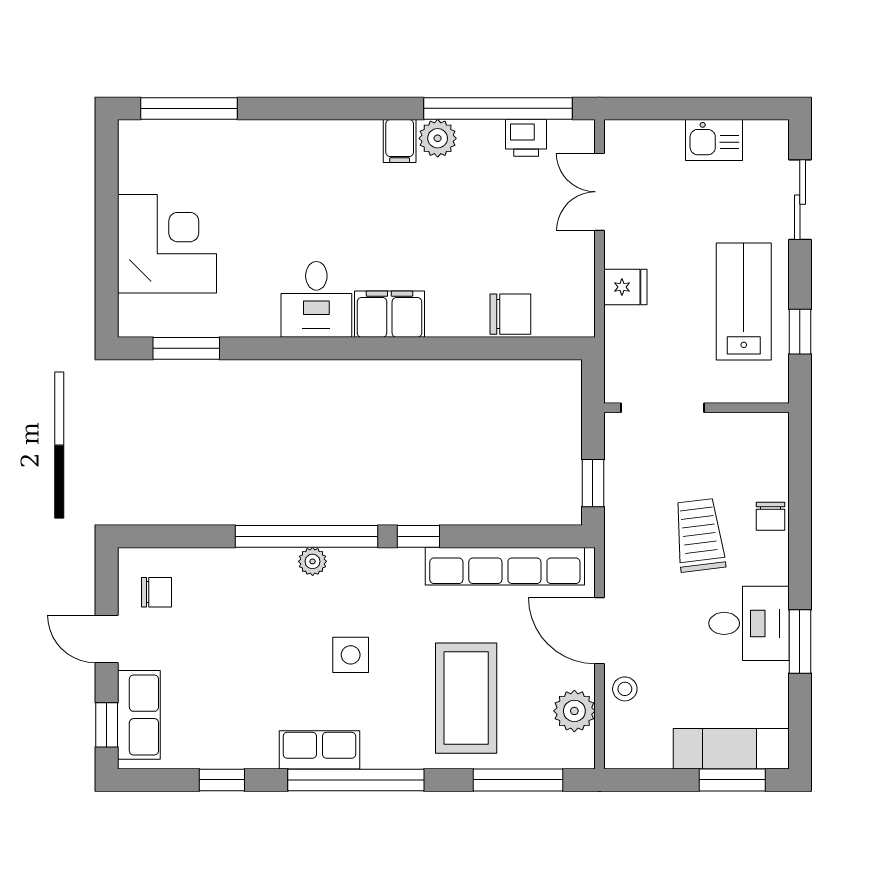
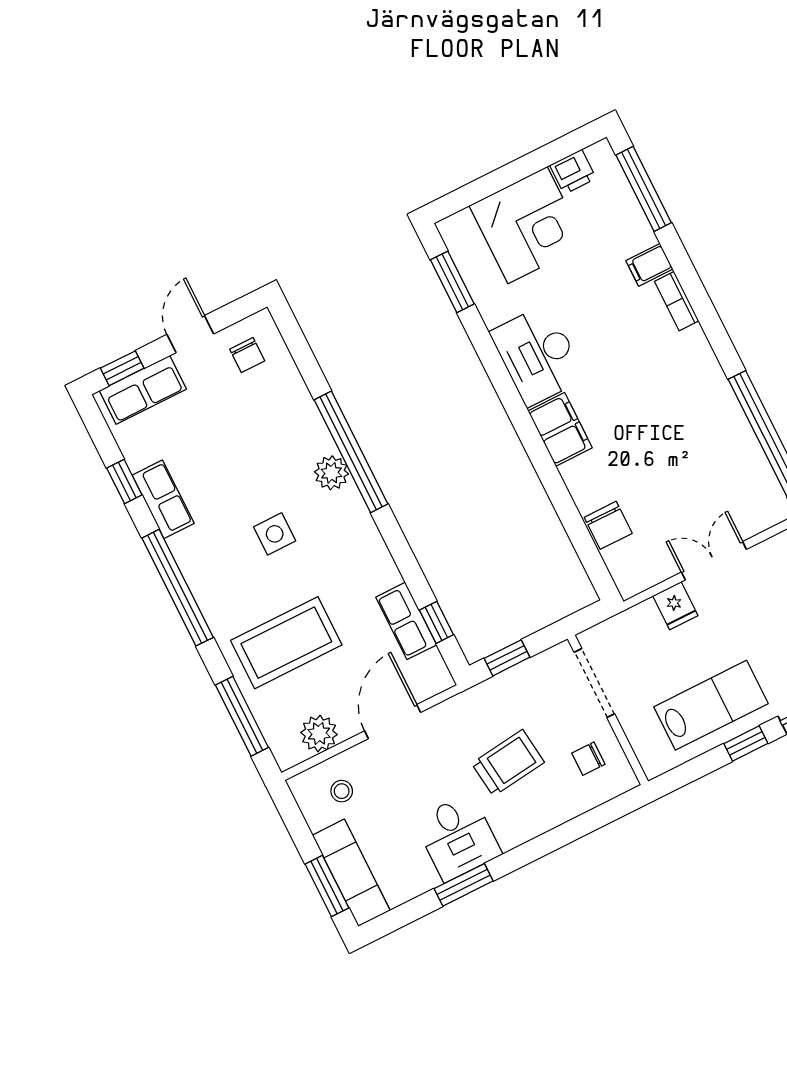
bookcase: (319, 132) -> (677, 301), added
plant: (438, 138) -> (719, 398), removed
printer: (526, 138) -> (573, 172), moved, turned -90
filing cabinet: (400, 141) -> (649, 265), moved
double door: (600, 192) -> (714, 561), moved
desk: (316, 299) -> (538, 355), width x1.37
window: (800, 332) -> (746, 743), moved
chair: (771, 516) -> (588, 759), moved
window: (418, 536) -> (436, 622), moved
plant: (313, 561) -> (331, 473), width x1.38, depth x1.38
row of seats: (505, 566) -> (406, 621), width x0.50
stool: (625, 689) -> (342, 791), moved
row of seats: (319, 750) -> (163, 499), moved

